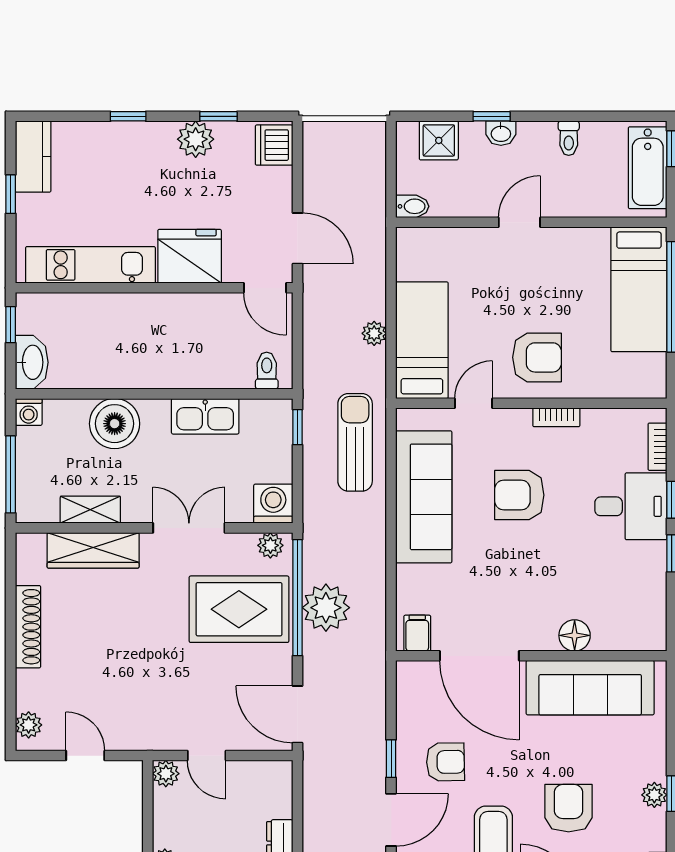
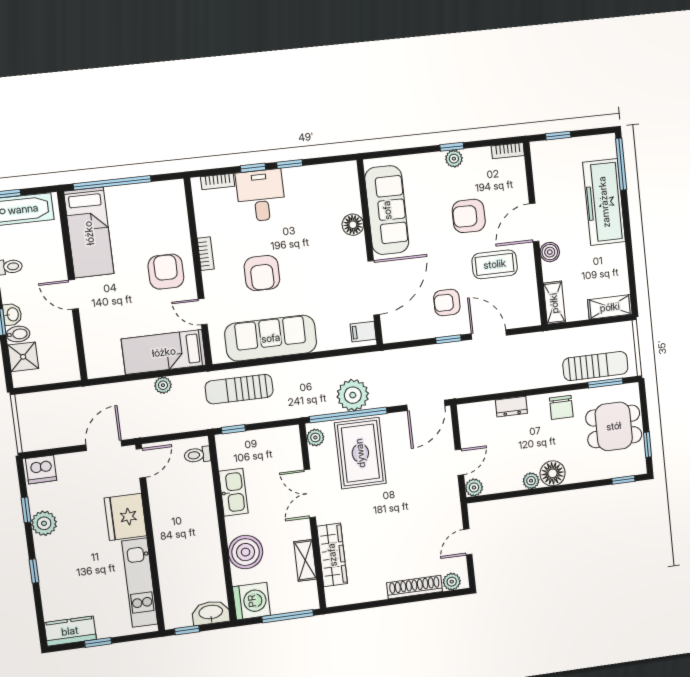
bidet: (412, 206) -> (18, 334), moved, turned 90
bed: (639, 289) -> (89, 233), moved, turned 90
washing machine: (29, 412) -> (252, 601), width x1.89, depth x1.89
washing machine: (273, 504) -> (287, 439), removed
shoe rack: (28, 627) -> (415, 587), moved
armchair: (445, 762) -> (447, 303), turned -89

